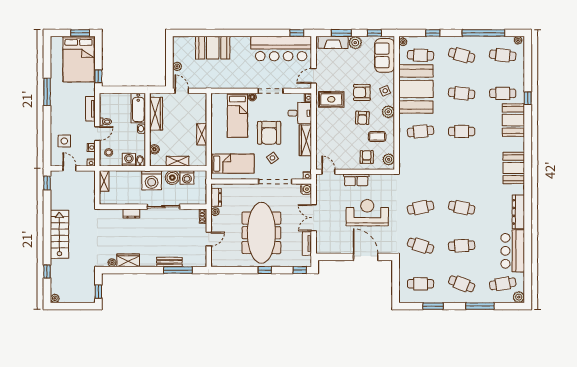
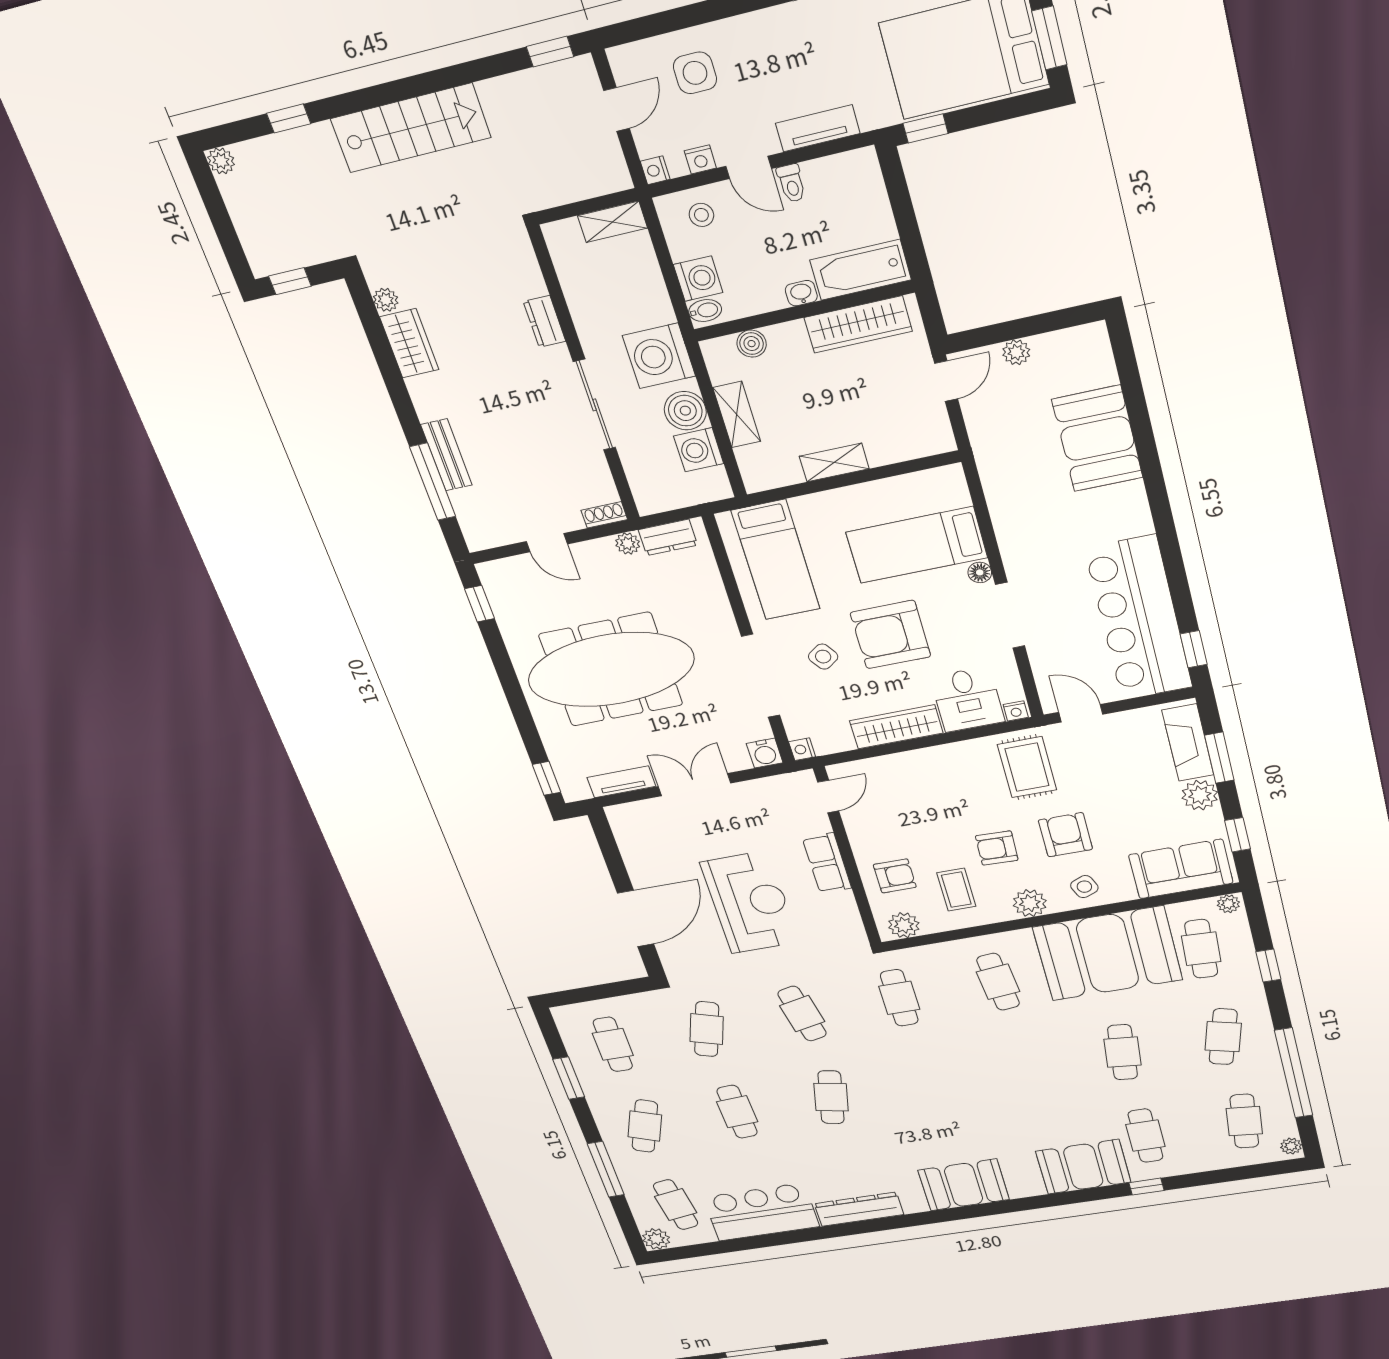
cafe table: (462, 131) -> (899, 998), moved
window: (265, 270) -> (479, 604), moved

